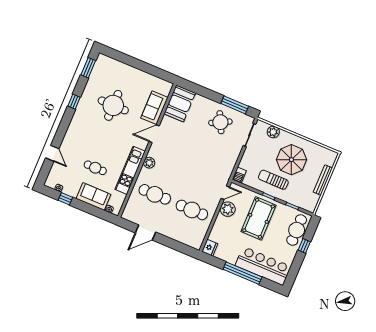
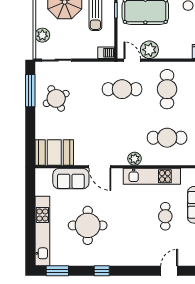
kitchen unit: (123, 69) -> (42, 231), added
cafe table: (206, 175) -> (122, 89), added
cafe table: (155, 194) -> (167, 138), turned 90

